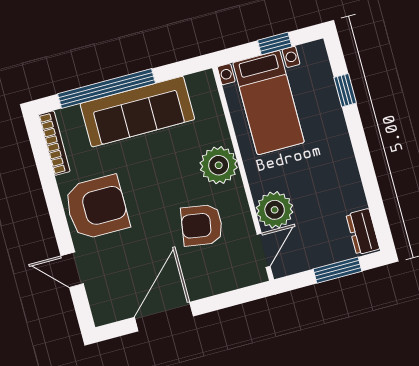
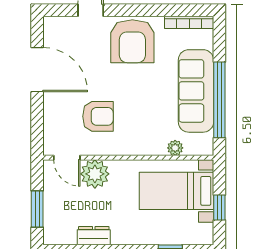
window: (107, 89) -> (219, 100), moved
plant: (219, 165) -> (175, 148), moved, width x0.53, depth x0.53
armchair: (202, 225) -> (98, 116), turned 81
dresser: (363, 232) -> (94, 236), moved

